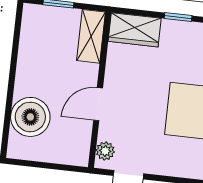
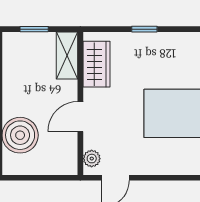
wardrobe: (135, 30) -> (96, 64), moved, turned -90

